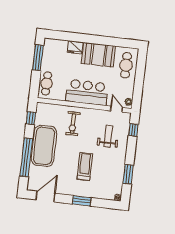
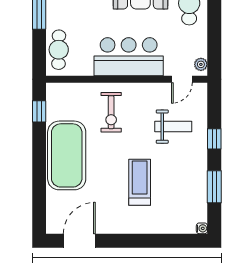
door: (117, 109) -> (182, 79), swing flipped
window: (133, 130) -> (214, 139), moved
weight bench: (108, 136) -> (173, 127), turned 90
window: (26, 157) -> (39, 179), removed
window: (82, 201) -> (141, 241), removed

